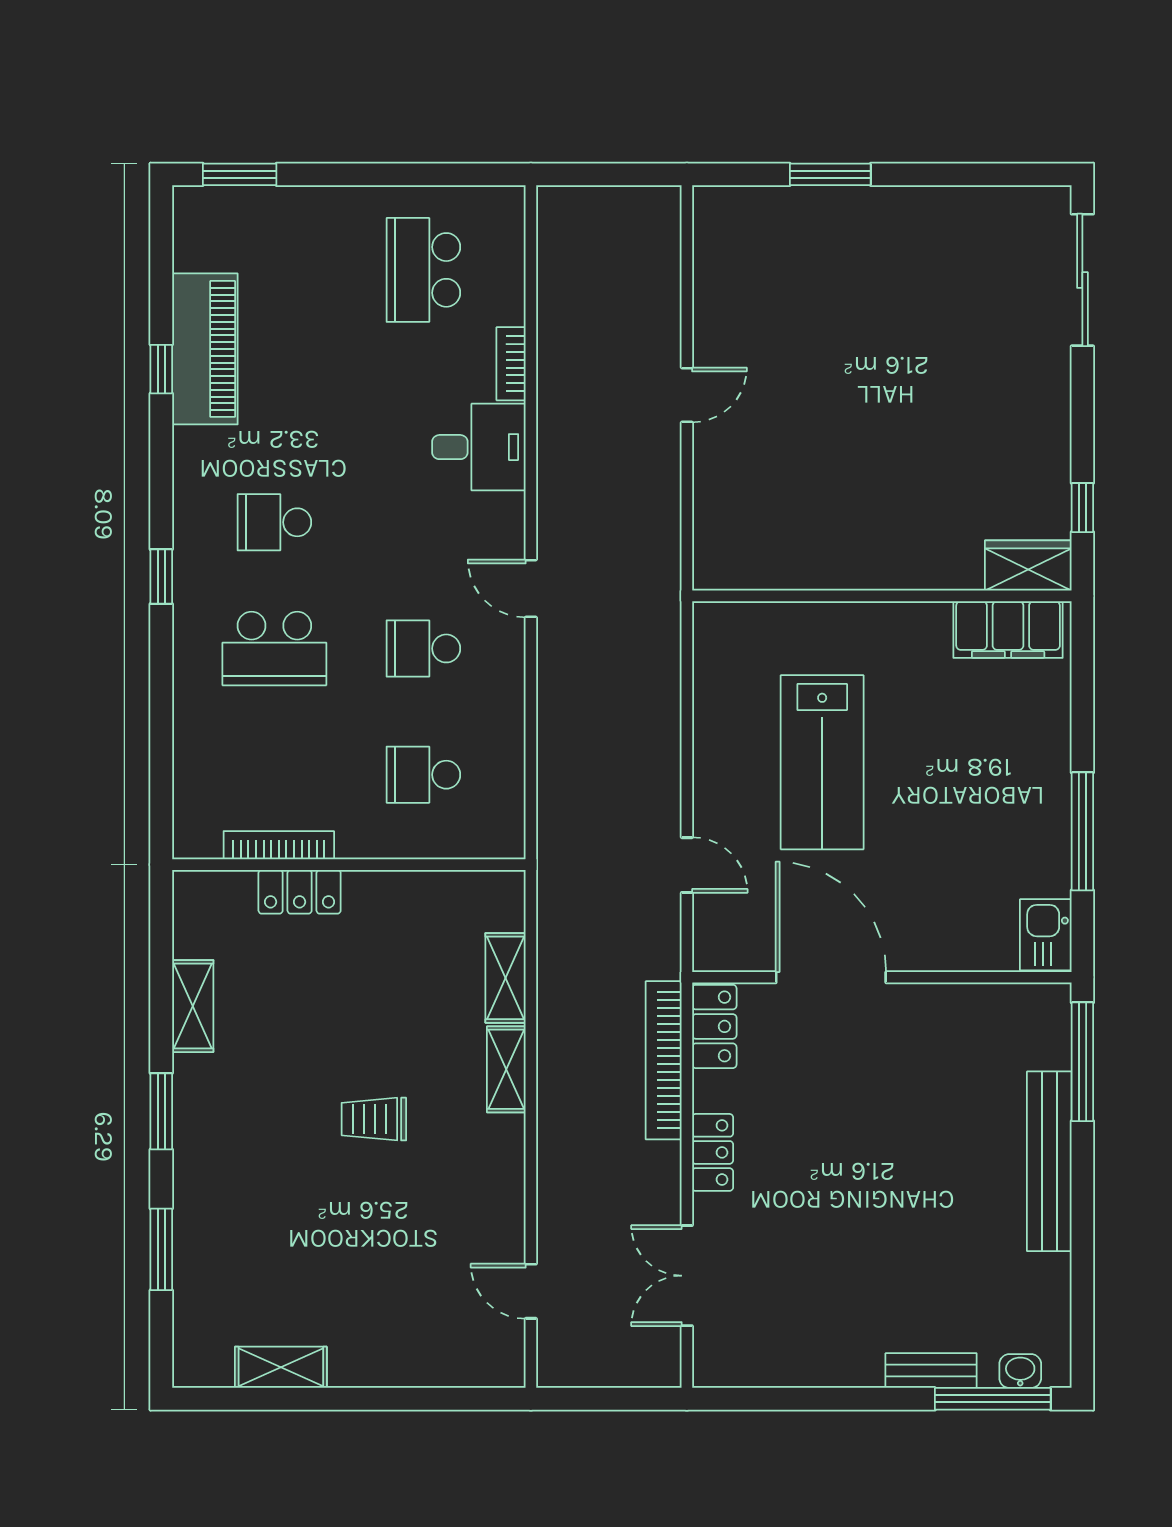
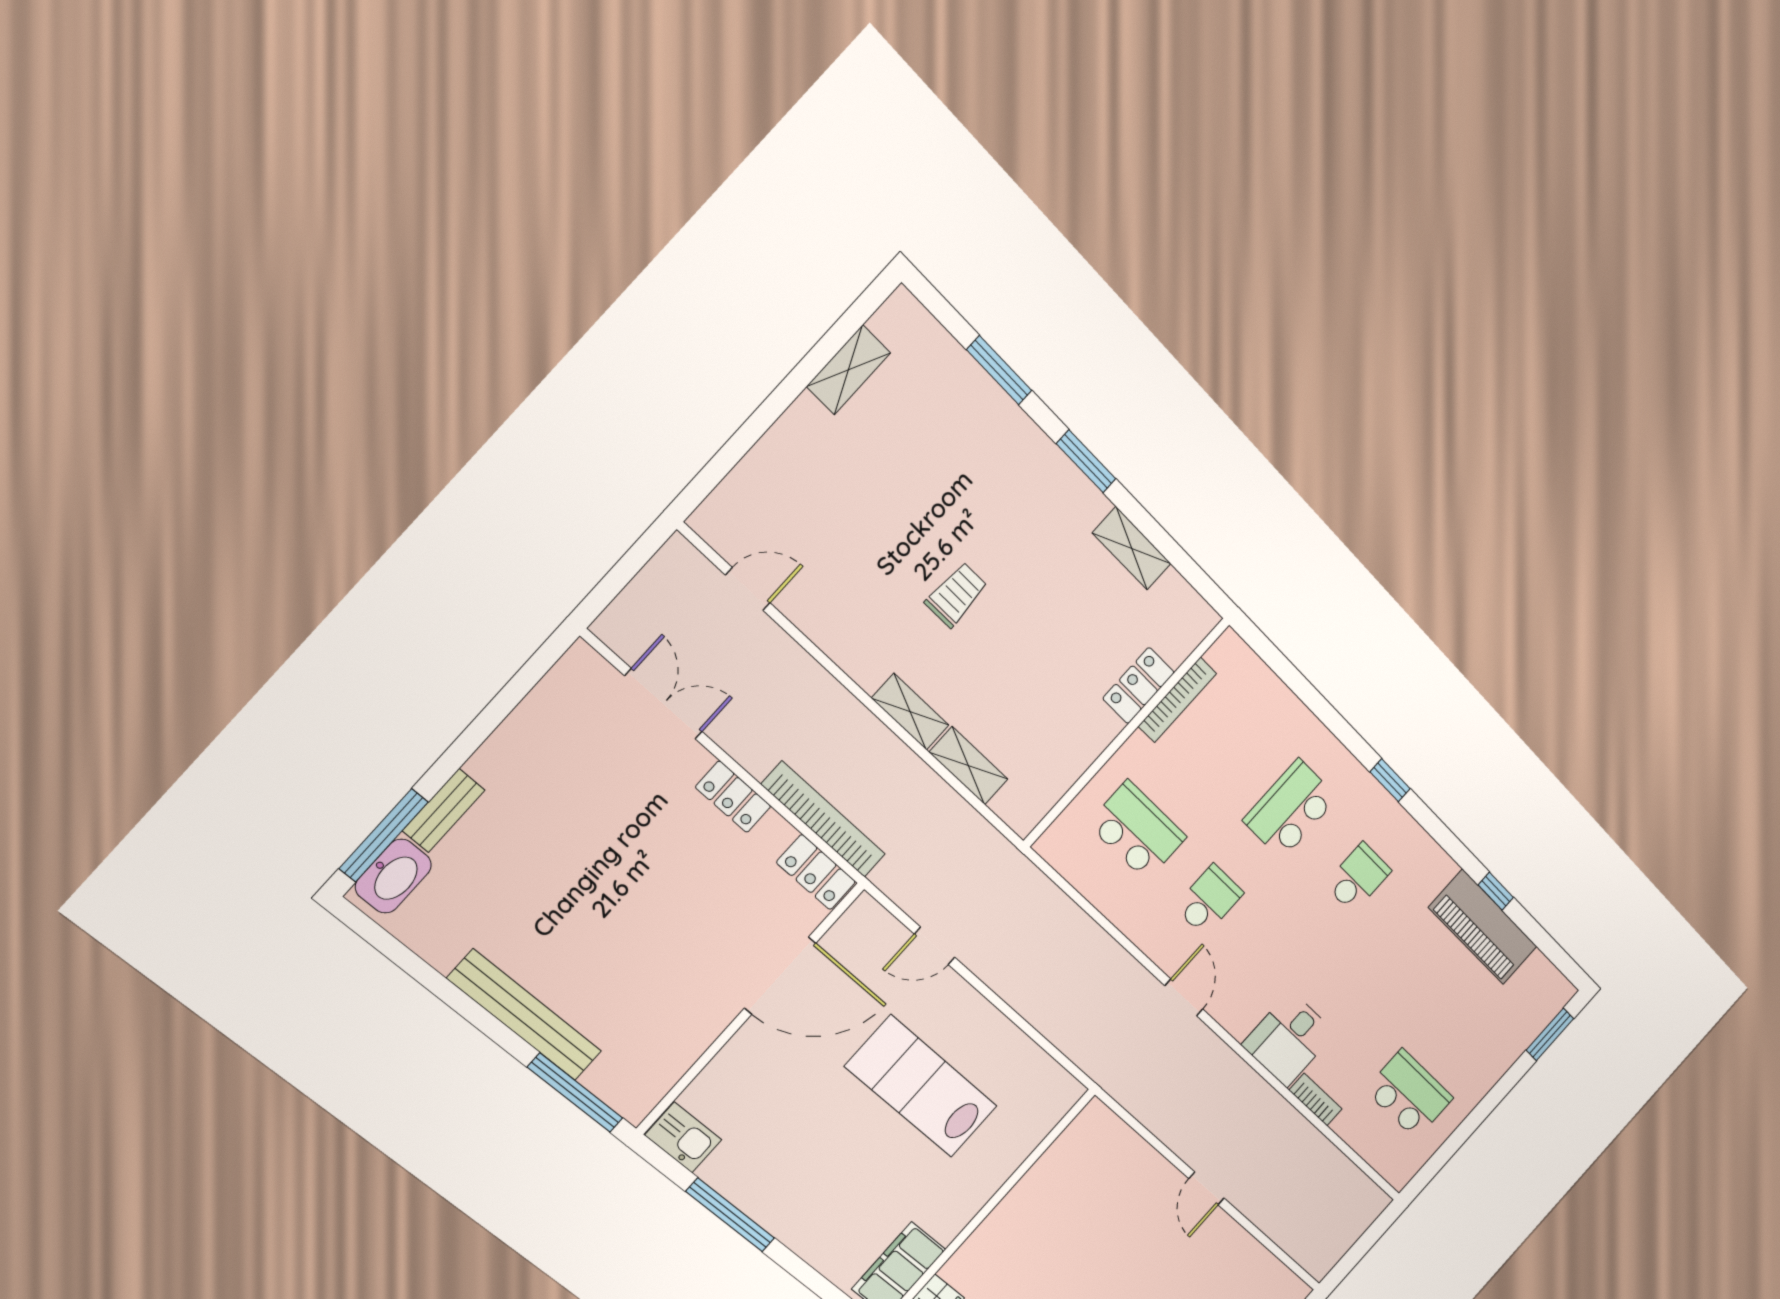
door: (531, 589) -> (1184, 997), hinge flipped
school desk: (423, 775) -> (1137, 831), width x1.85
washbasin: (1020, 1371) -> (393, 876), width x1.91, depth x1.45

